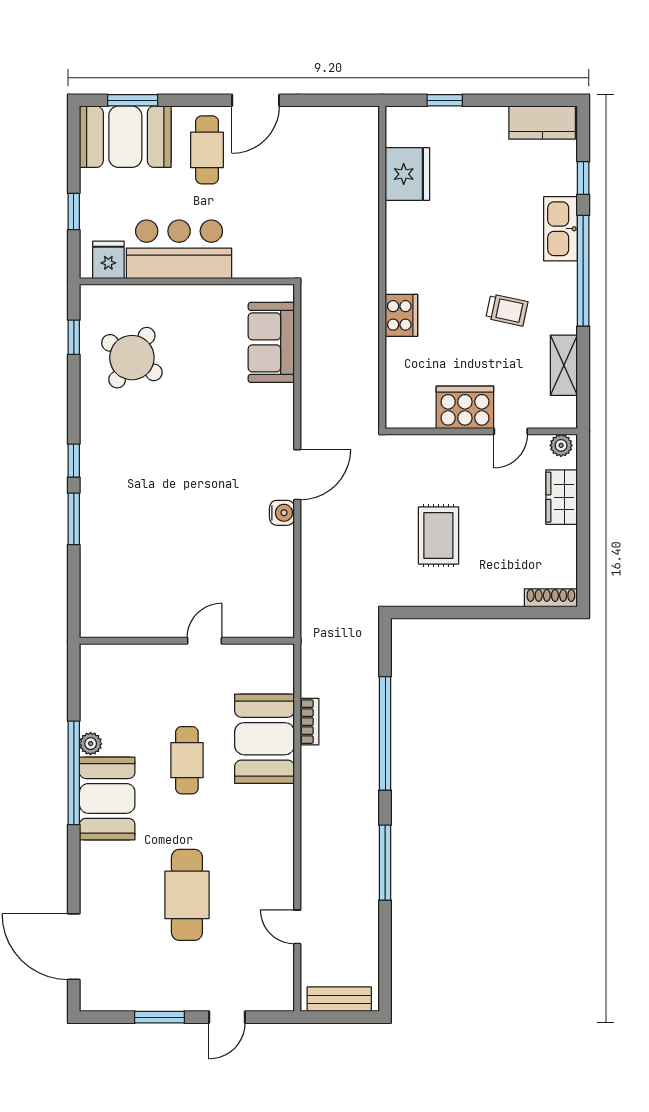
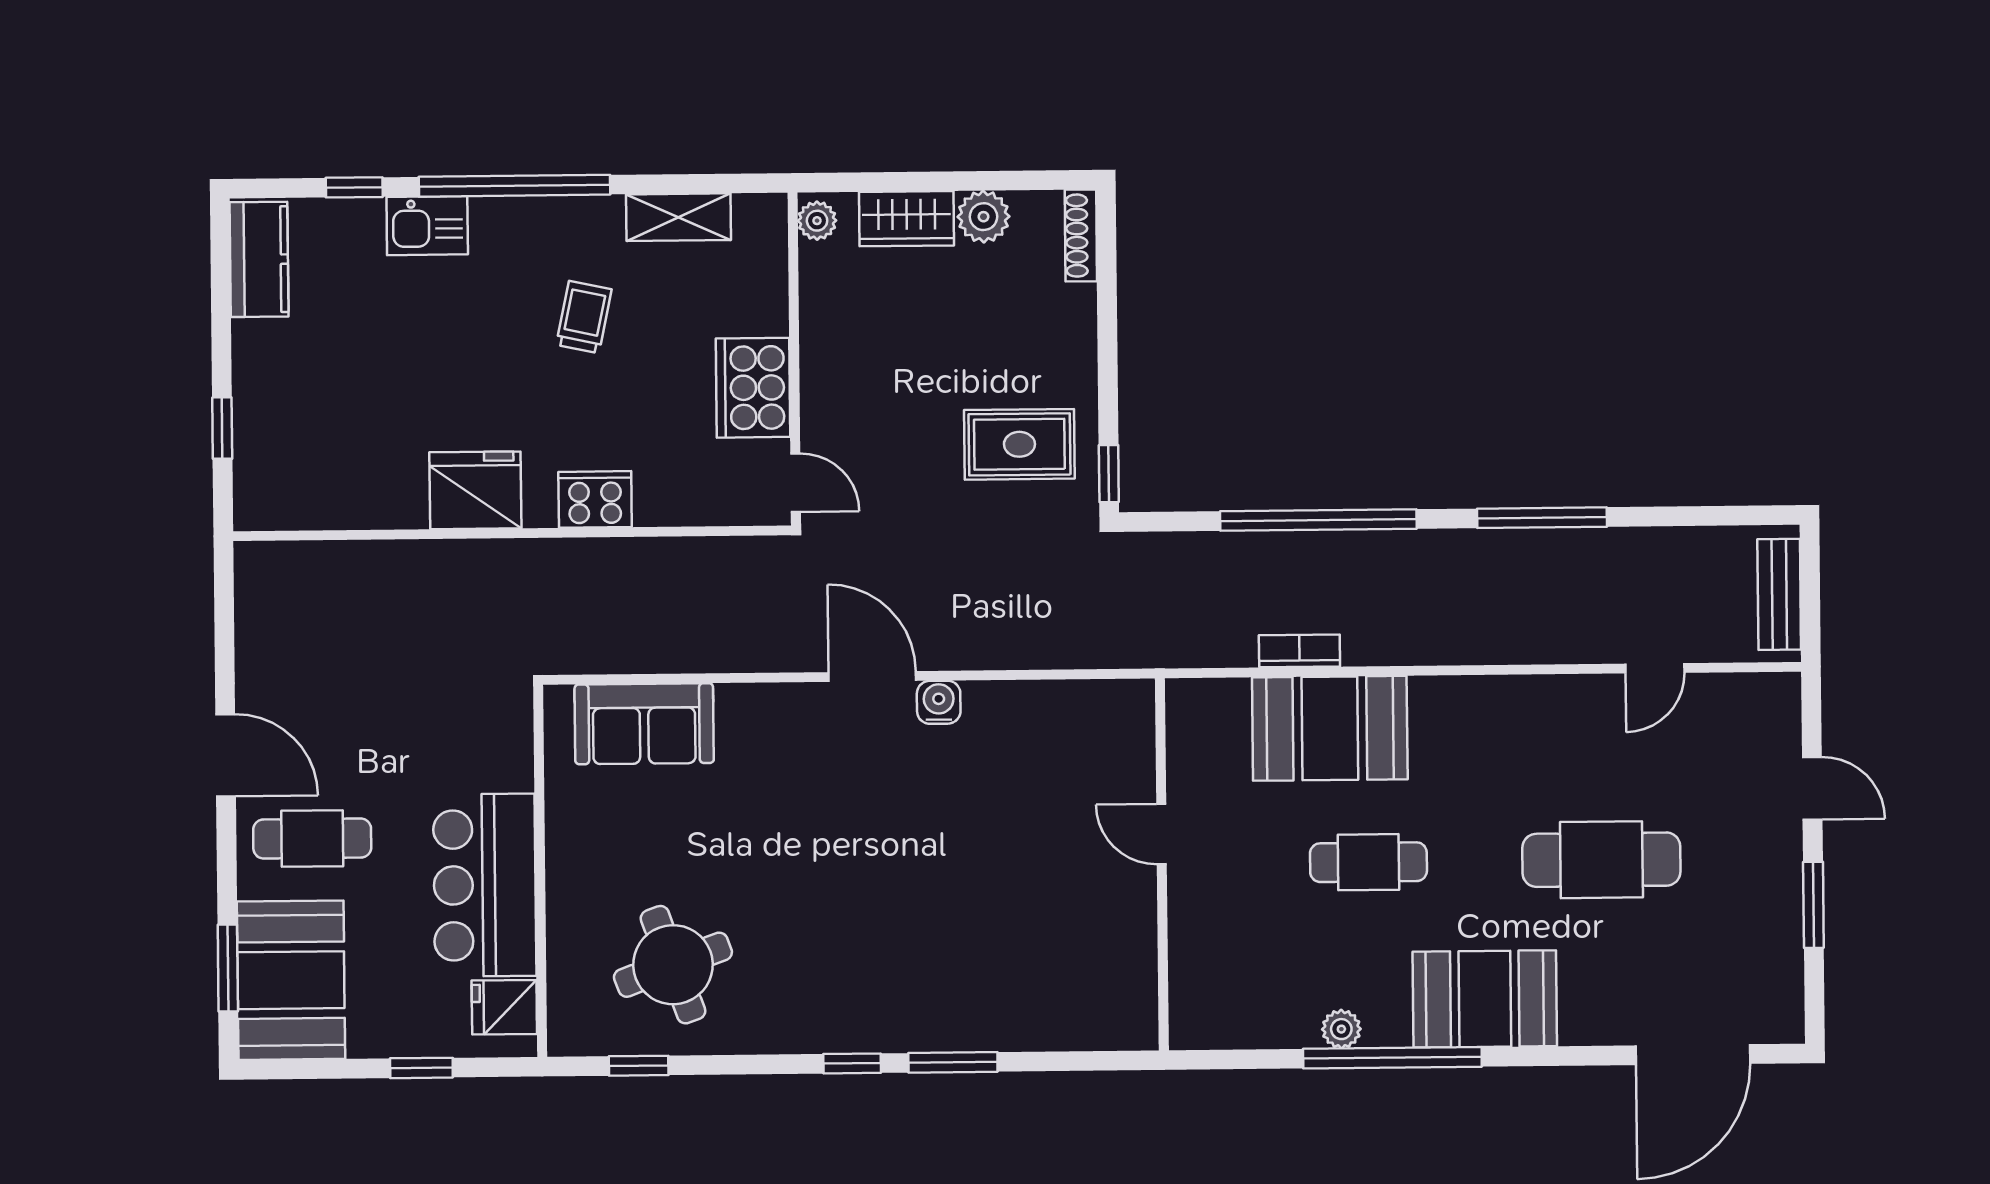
fridge: (407, 174) -> (475, 490), moved
kitchen sink: (561, 229) -> (427, 226), width x0.73
round table: (132, 358) -> (673, 965), turned 36
door: (511, 431) -> (796, 483), moved
rug: (438, 535) -> (1019, 444), moved
plant: (562, 542) -> (983, 217), added
window: (413, 612) -> (1109, 474), added
booth: (107, 798) -> (1485, 999), moved

